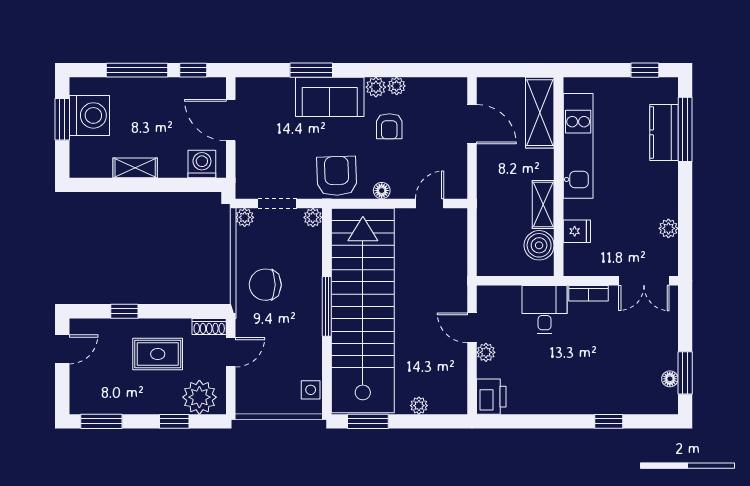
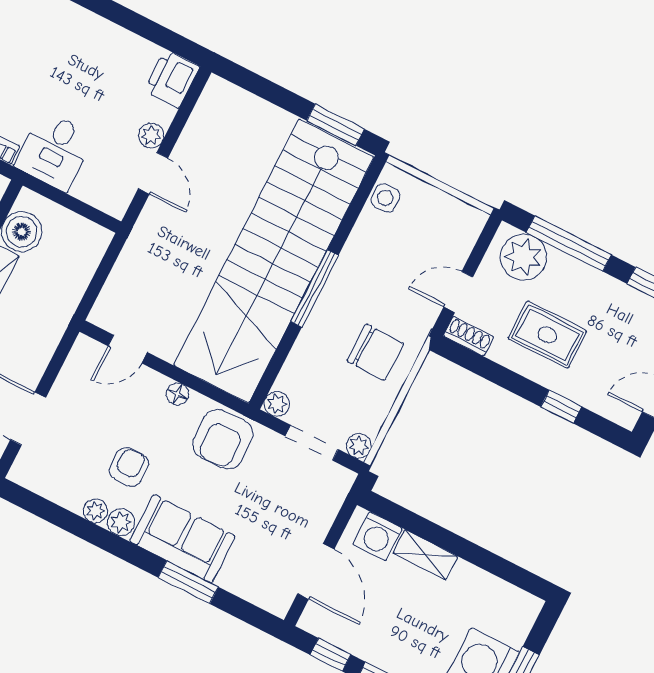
shelving: (135, 168) -> (425, 555), moved
plant: (419, 406) -> (265, 112), removed
window: (174, 421) -> (569, 244), width x2.17

